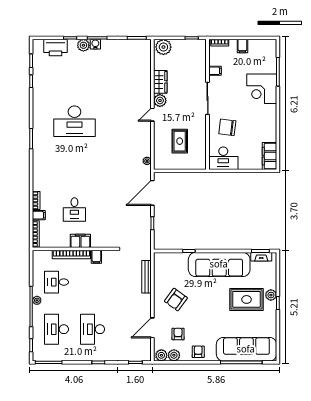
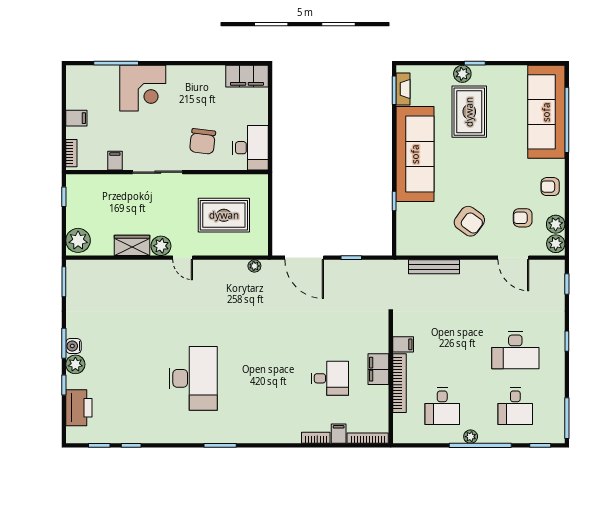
rug: (180, 141) -> (224, 215), width x1.36, depth x1.43
desk: (56, 329) -> (515, 406), width x0.73

